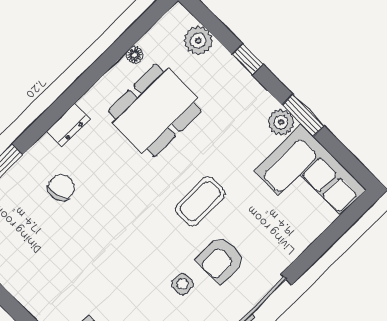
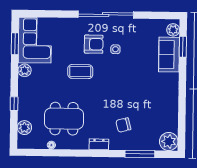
window: (303, 115) -> (15, 44), moved

